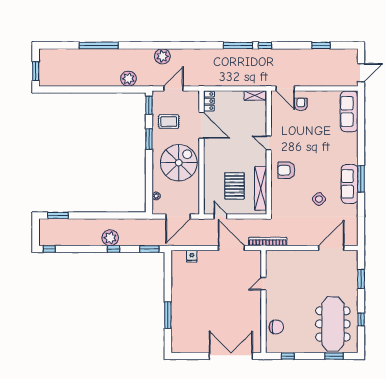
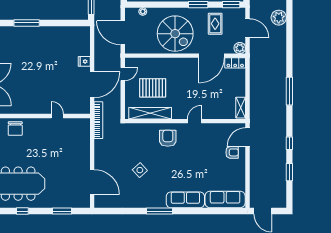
window: (265, 45) -> (289, 143), moved
plant: (194, 96) -> (240, 48), added
sofa: (350, 184) -> (185, 200), moved
fridge: (192, 256) -> (84, 61), moved

